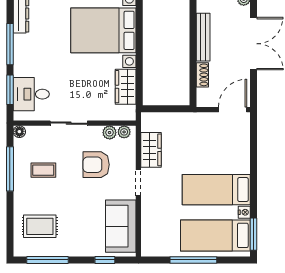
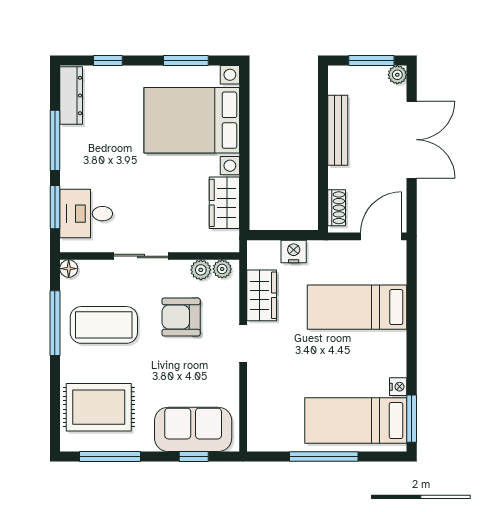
shoe rack: (202, 75) -> (337, 208), moved
nightstand: (173, 120) -> (294, 251), added
coffee table: (43, 170) -> (104, 325), width x1.86, depth x1.72
bed: (216, 190) -> (357, 307), moved
rug: (40, 226) -> (99, 407), width x1.36, depth x1.43
sofa: (121, 226) -> (193, 429), moved, turned 90

